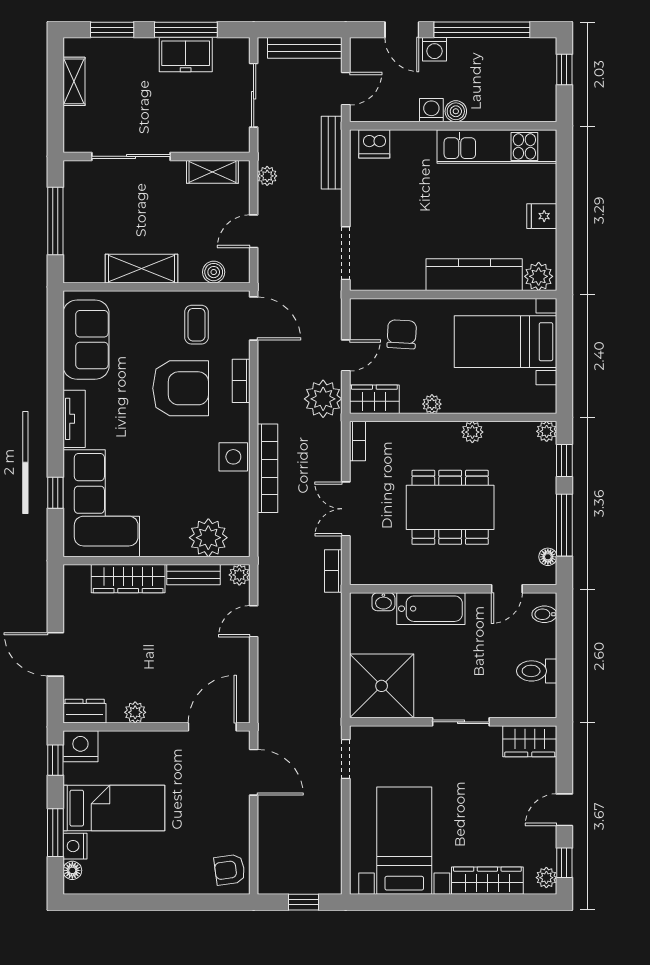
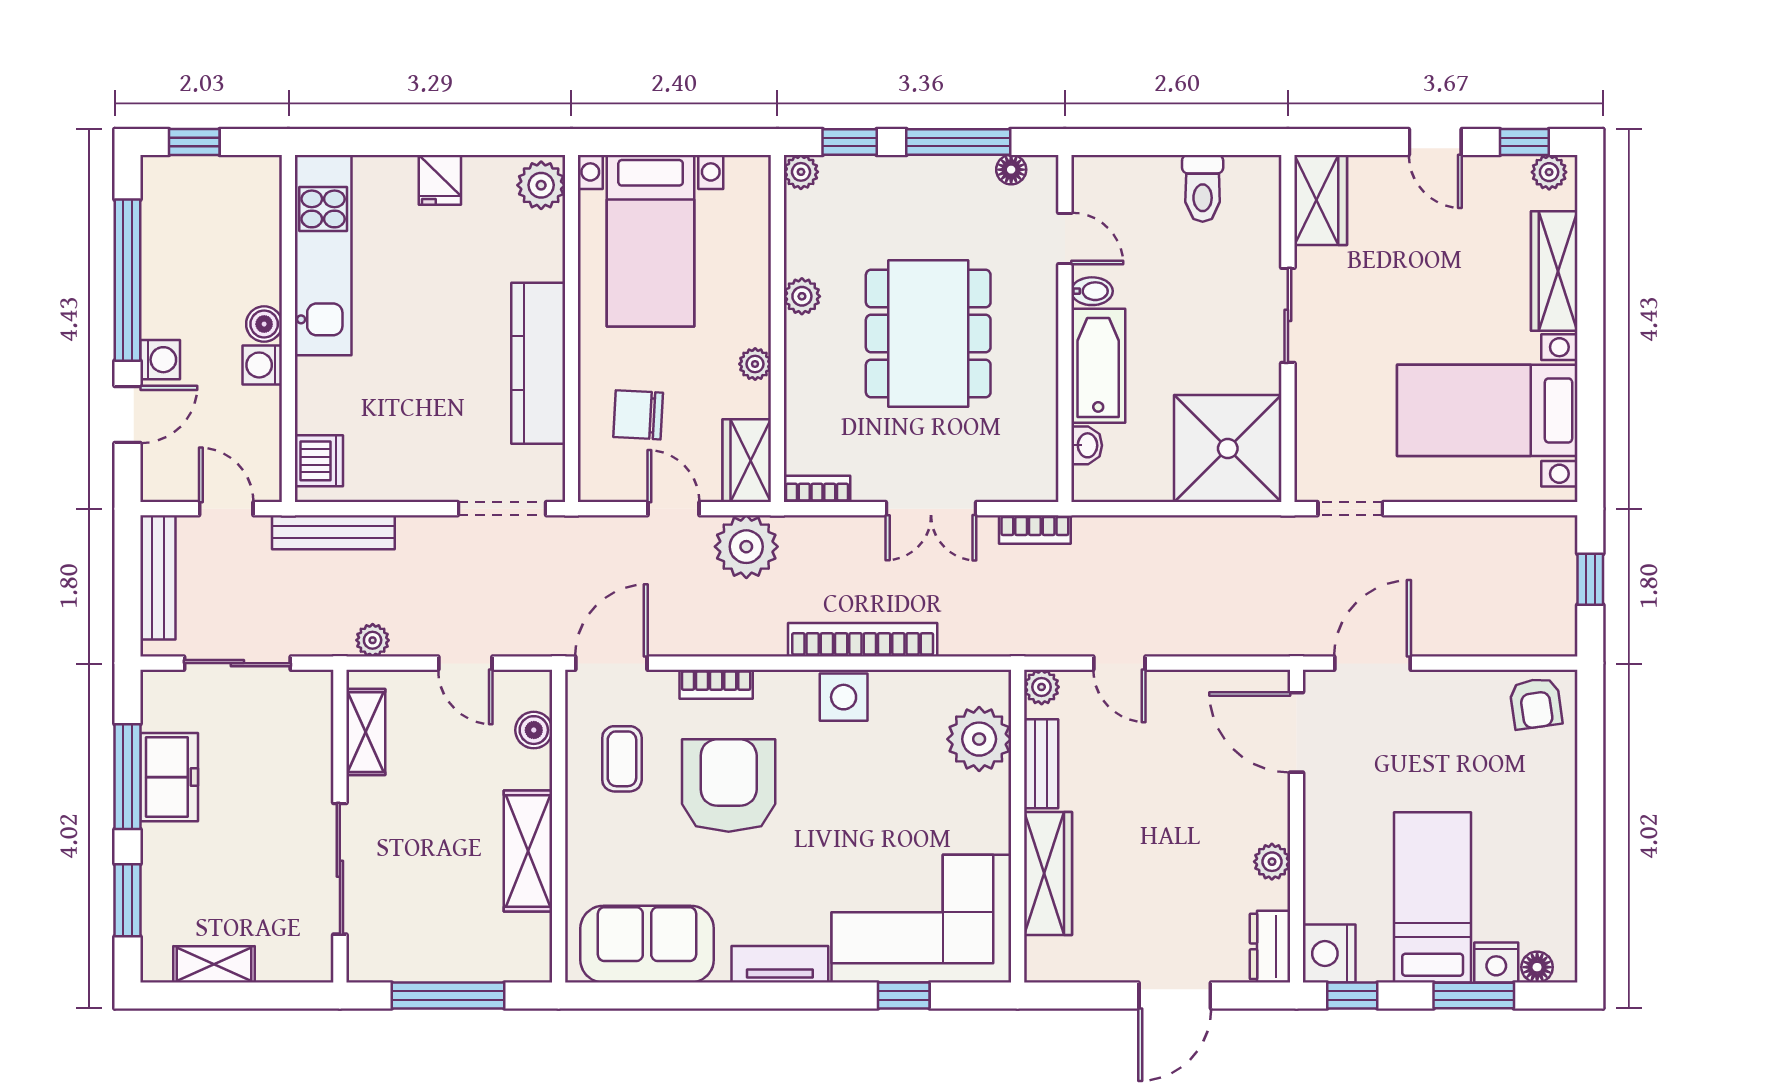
kitchen counter: (474, 275) -> (538, 363), moved
coffee table: (197, 325) -> (622, 759), turned 90
bidet: (544, 614) -> (1092, 291), moved, turned -90

